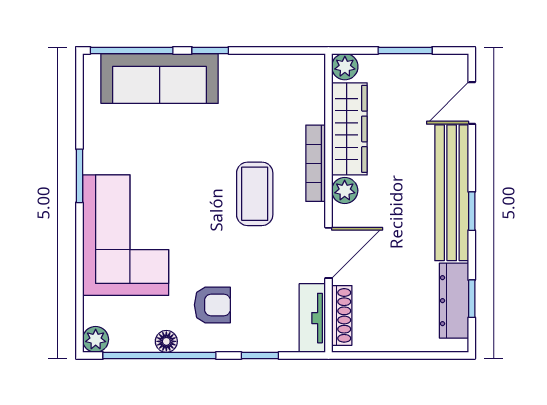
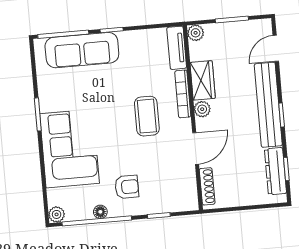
wardrobe: (349, 129) -> (203, 80), width x0.67
tv unit: (312, 318) -> (177, 48), moved

